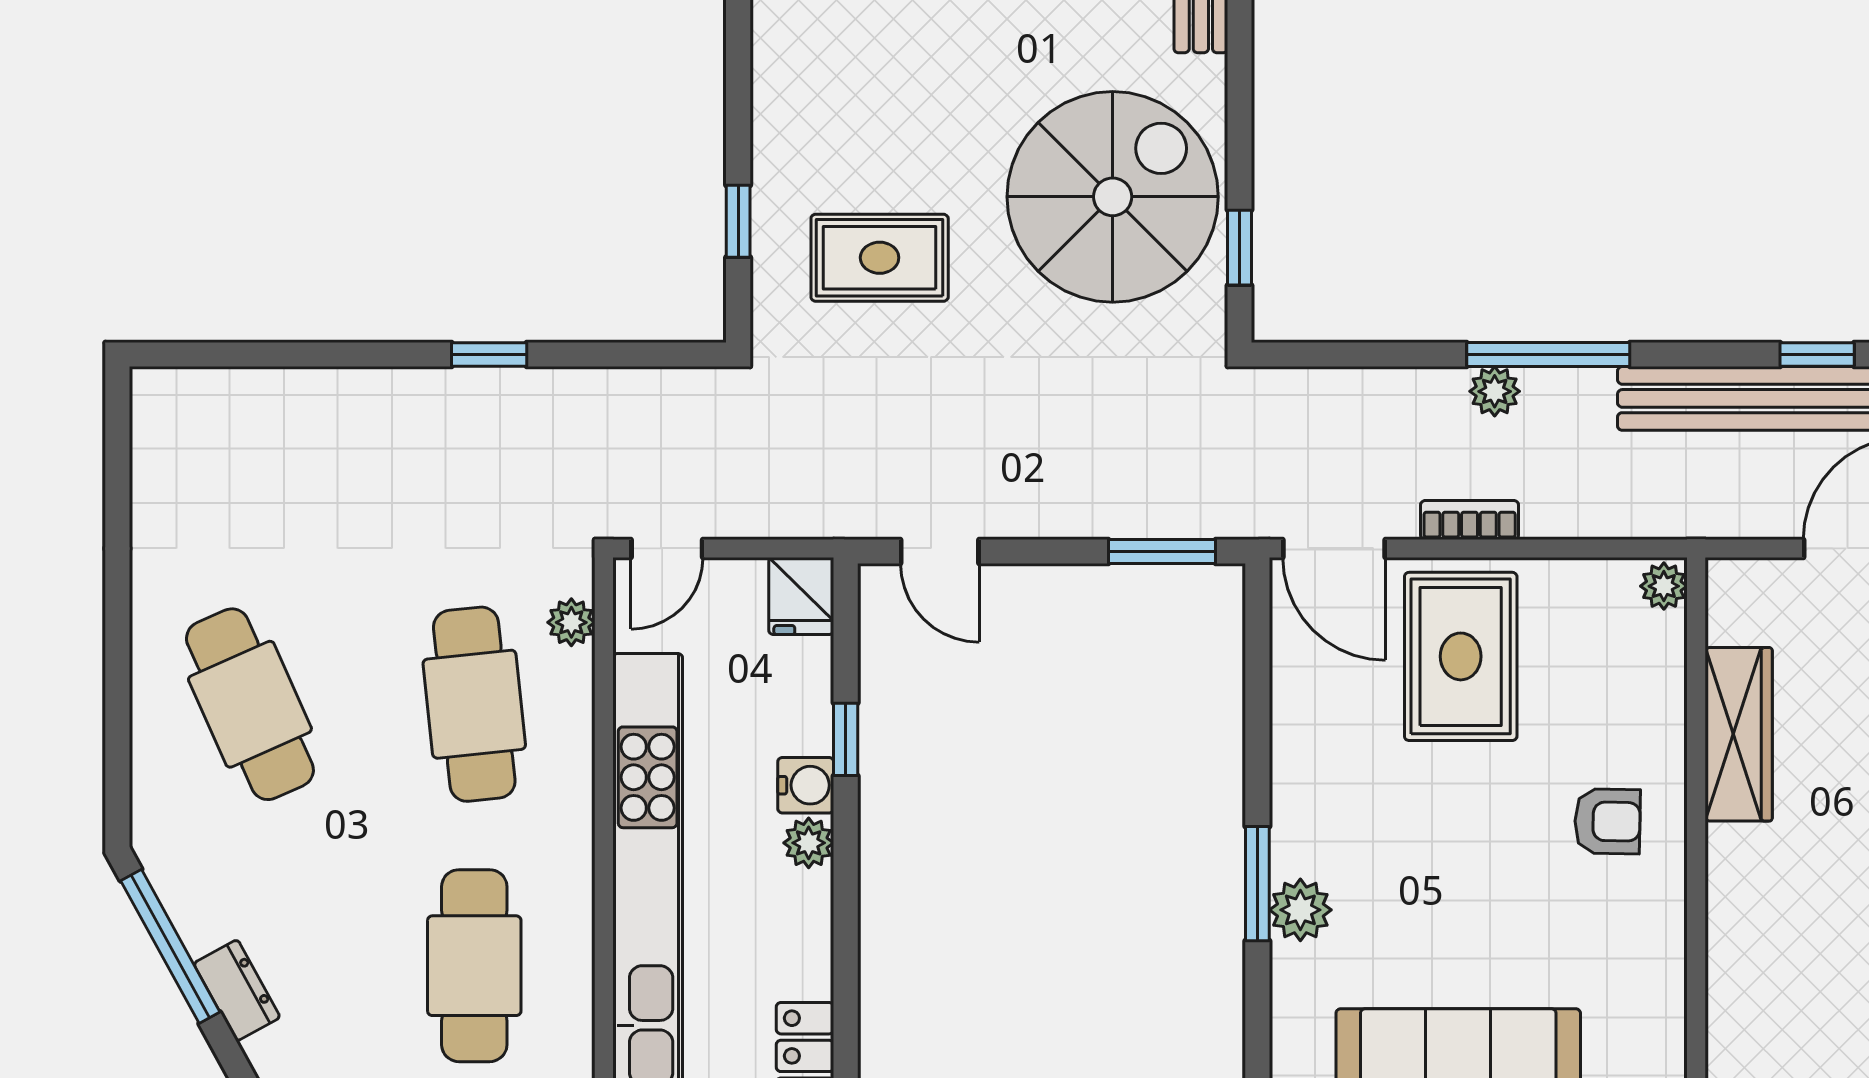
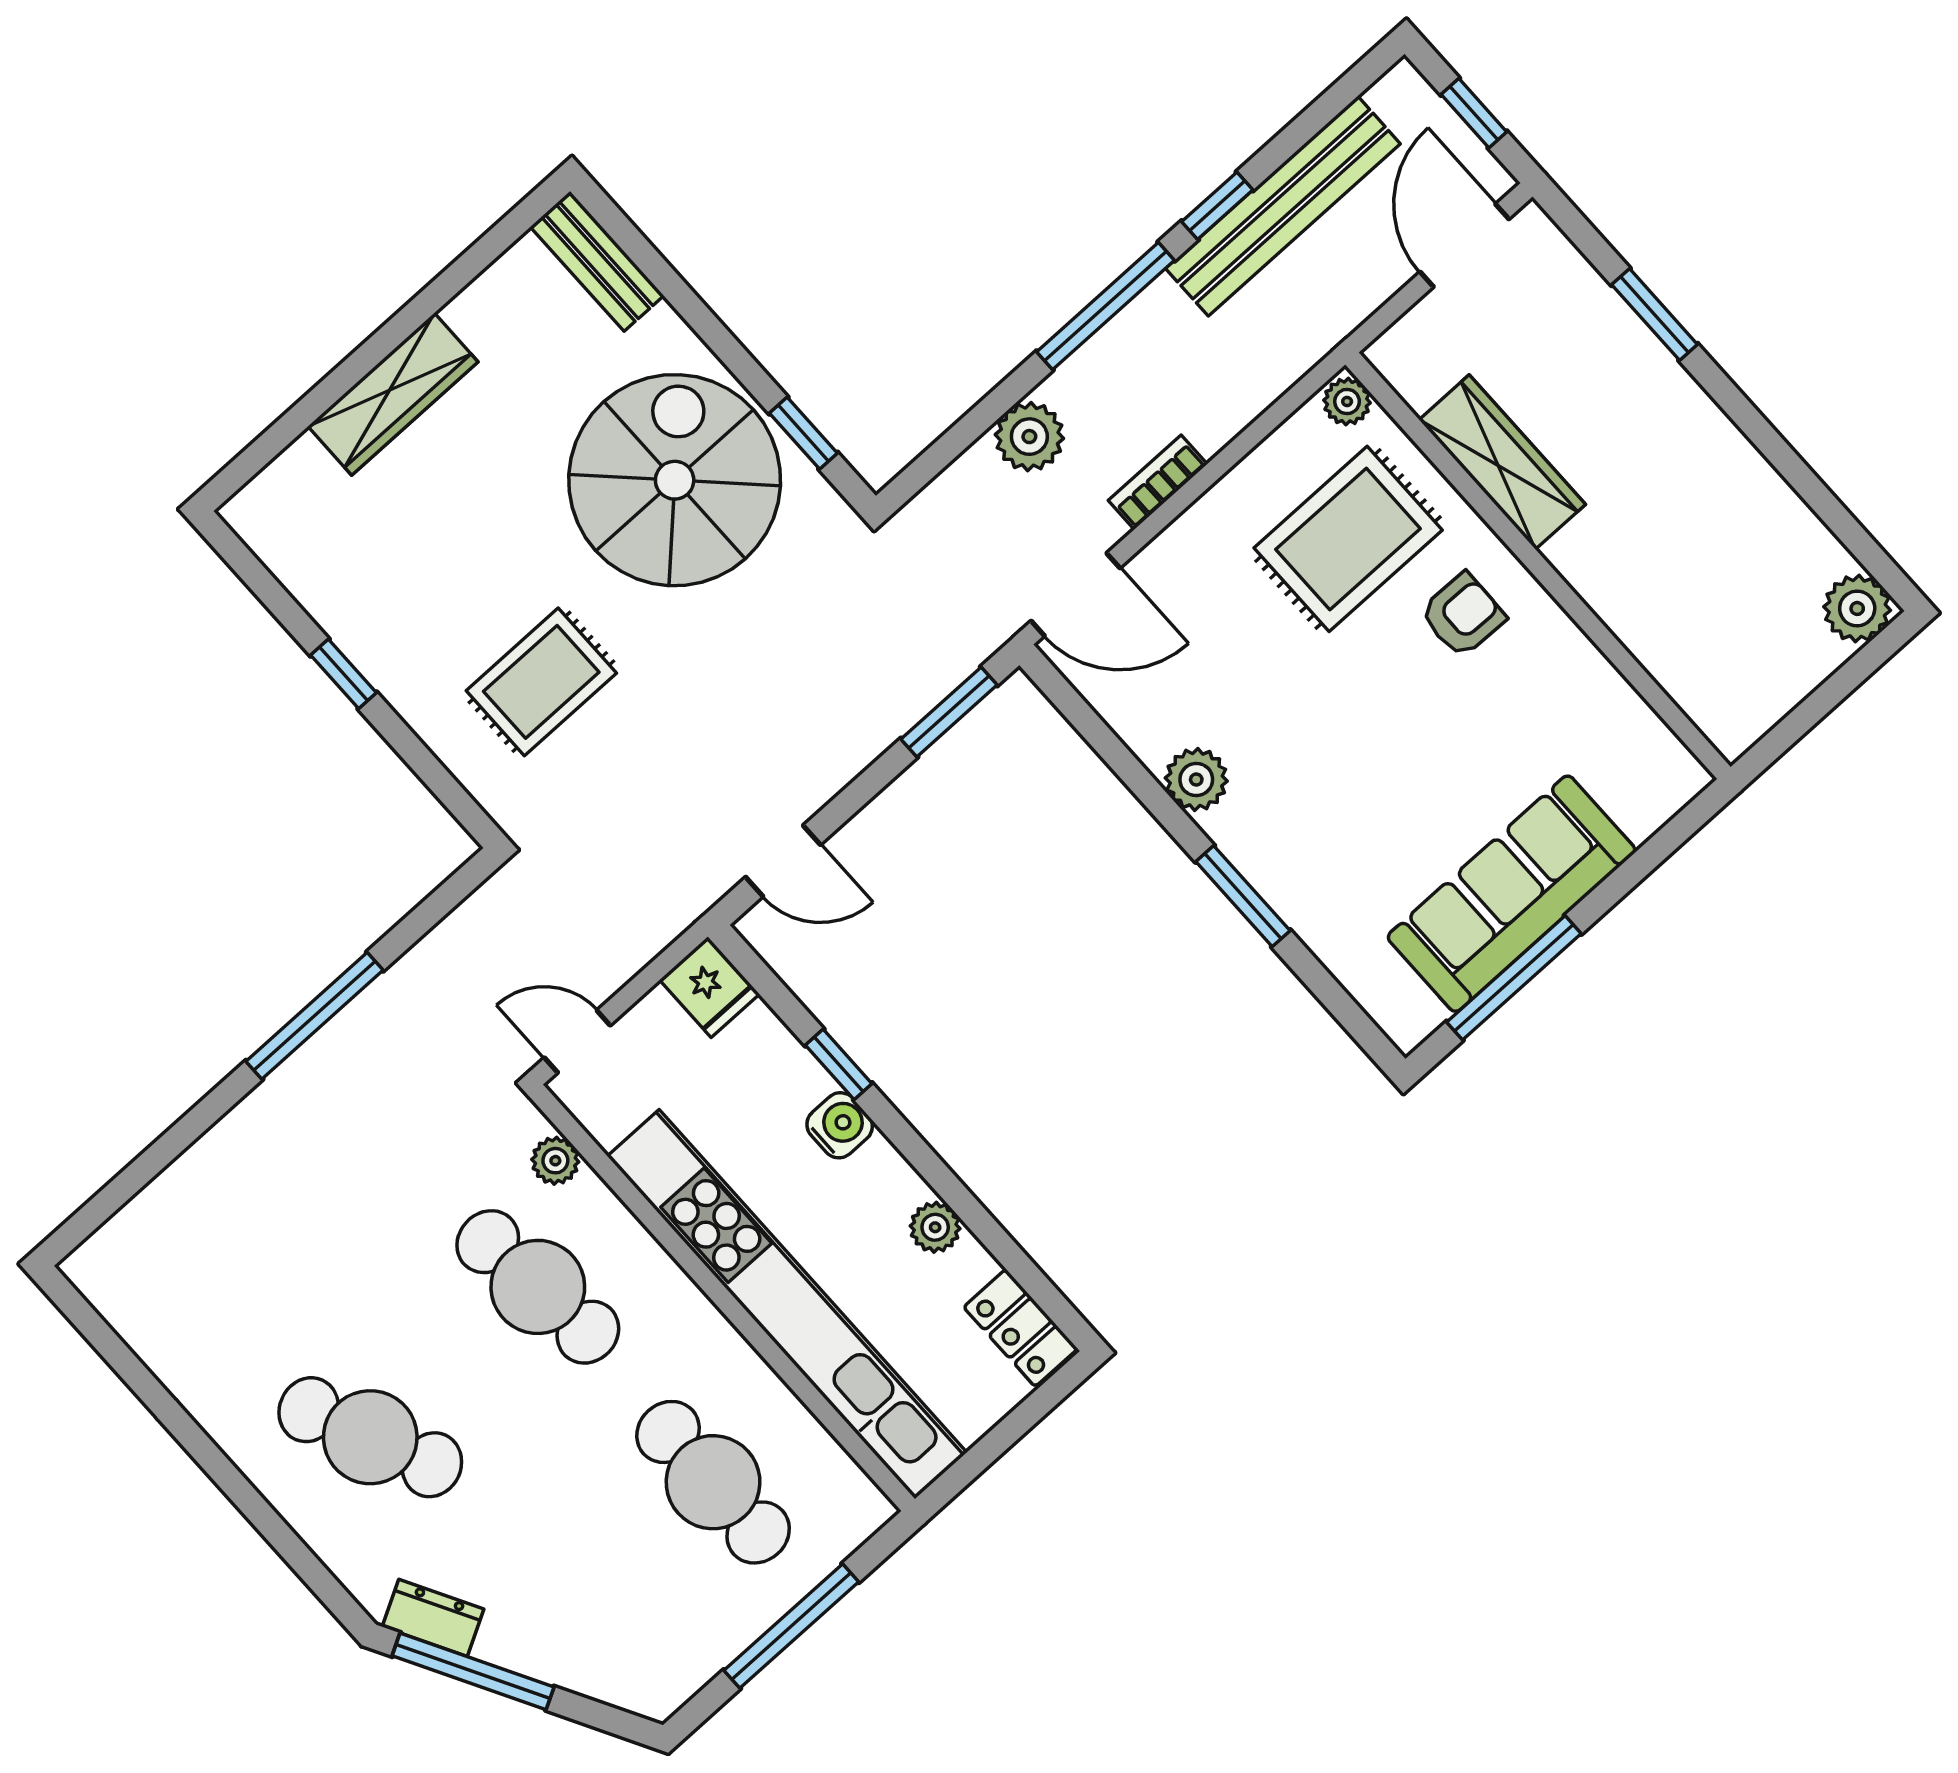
window: (738, 221) -> (344, 674), moved
window: (489, 354) -> (315, 1016), width x2.17
window: (1817, 354) -> (1217, 206), moved
plant: (1495, 391) -> (1029, 437), moved, width x1.38, depth x1.38
door: (667, 548) -> (577, 1041), swing flipped
rug: (1461, 656) -> (1348, 539), moved, turned 90
plant: (809, 843) -> (935, 1227), moved
plant: (1300, 910) -> (1196, 779), moved
dresser: (237, 990) -> (433, 1618), moved

